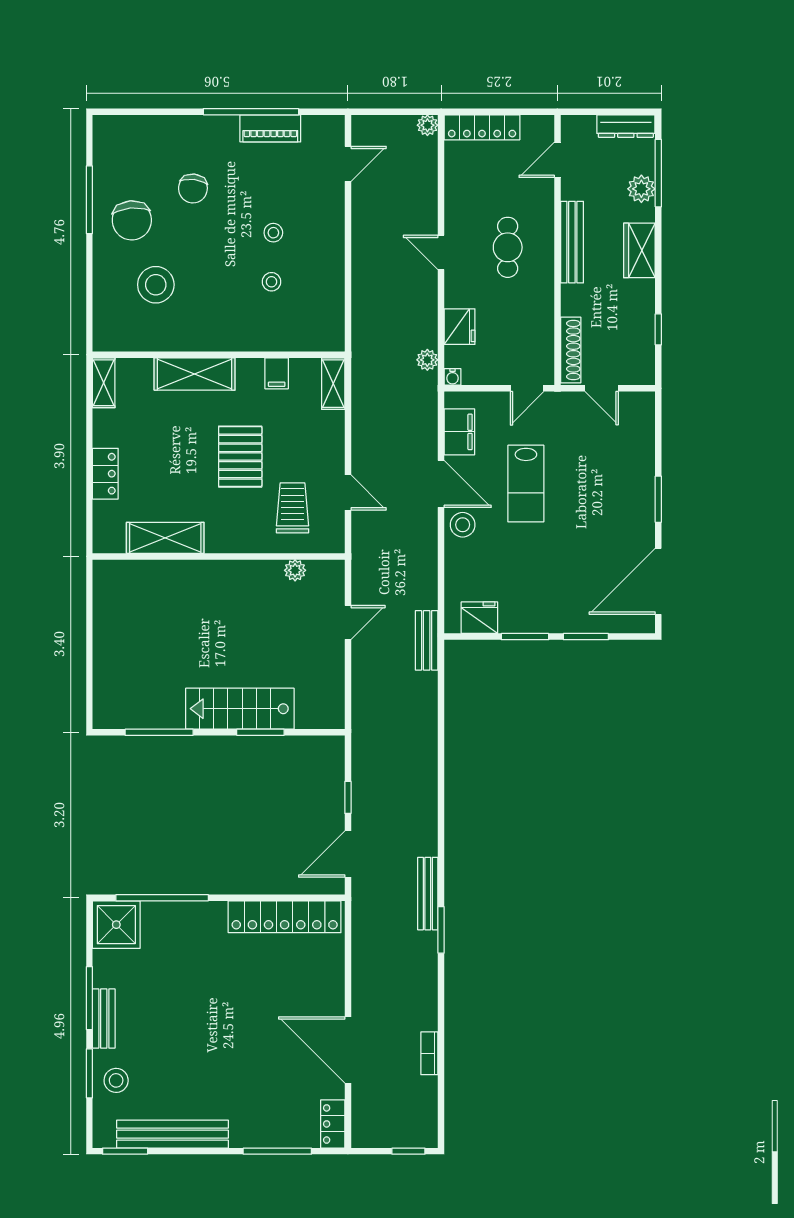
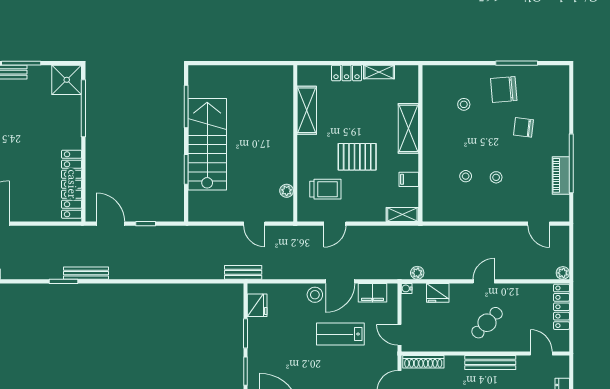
cafe table: (508, 247) -> (487, 323), turned -46
stool: (156, 285) -> (464, 104), width x0.53, depth x0.53
shelving: (104, 383) -> (379, 72), moved
stairs: (240, 709) -> (207, 144), width x1.36, depth x1.51

